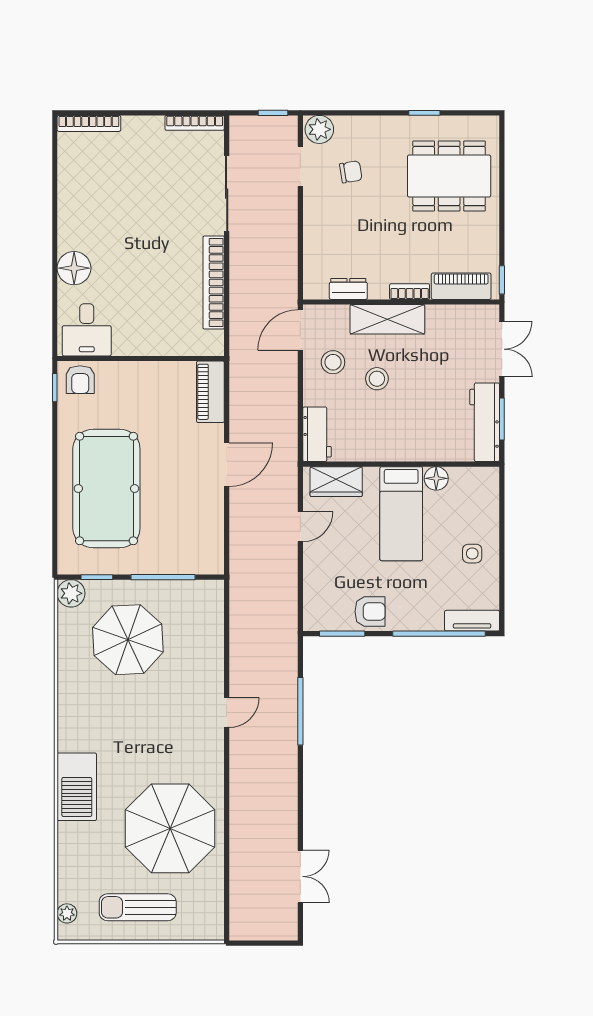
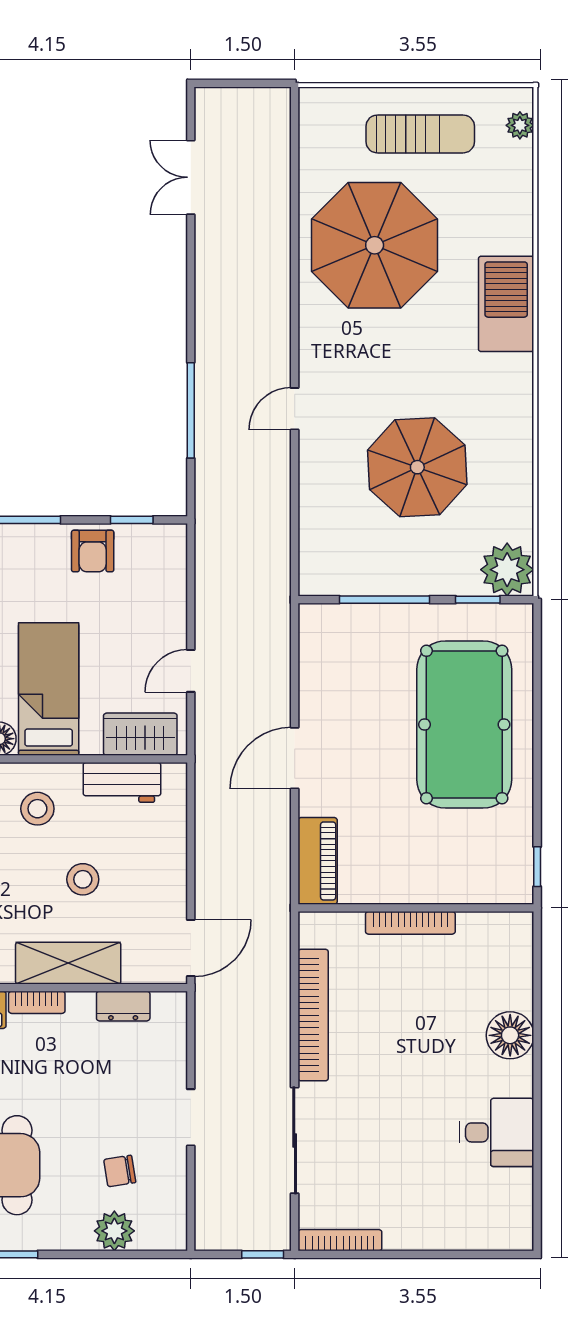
window: (273, 113) -> (263, 1254), moved
bookcase: (89, 123) -> (410, 923), moved, turned 180
plant: (319, 129) -> (114, 1231), moved
doorway: (300, 166) -> (191, 1117), moved
desk: (87, 330) -> (497, 1132), moved, turned 90
stool: (333, 362) -> (37, 809), moved
armchair: (80, 380) -> (501, 878), removed
workbench: (317, 434) -> (122, 782), moved, turned -90
plant: (71, 593) -> (507, 570), width x1.36, depth x1.36
armchair: (370, 612) -> (93, 551), turned -90
window: (342, 634) -> (132, 520), width x0.67
parasol: (128, 640) -> (417, 467), moved

